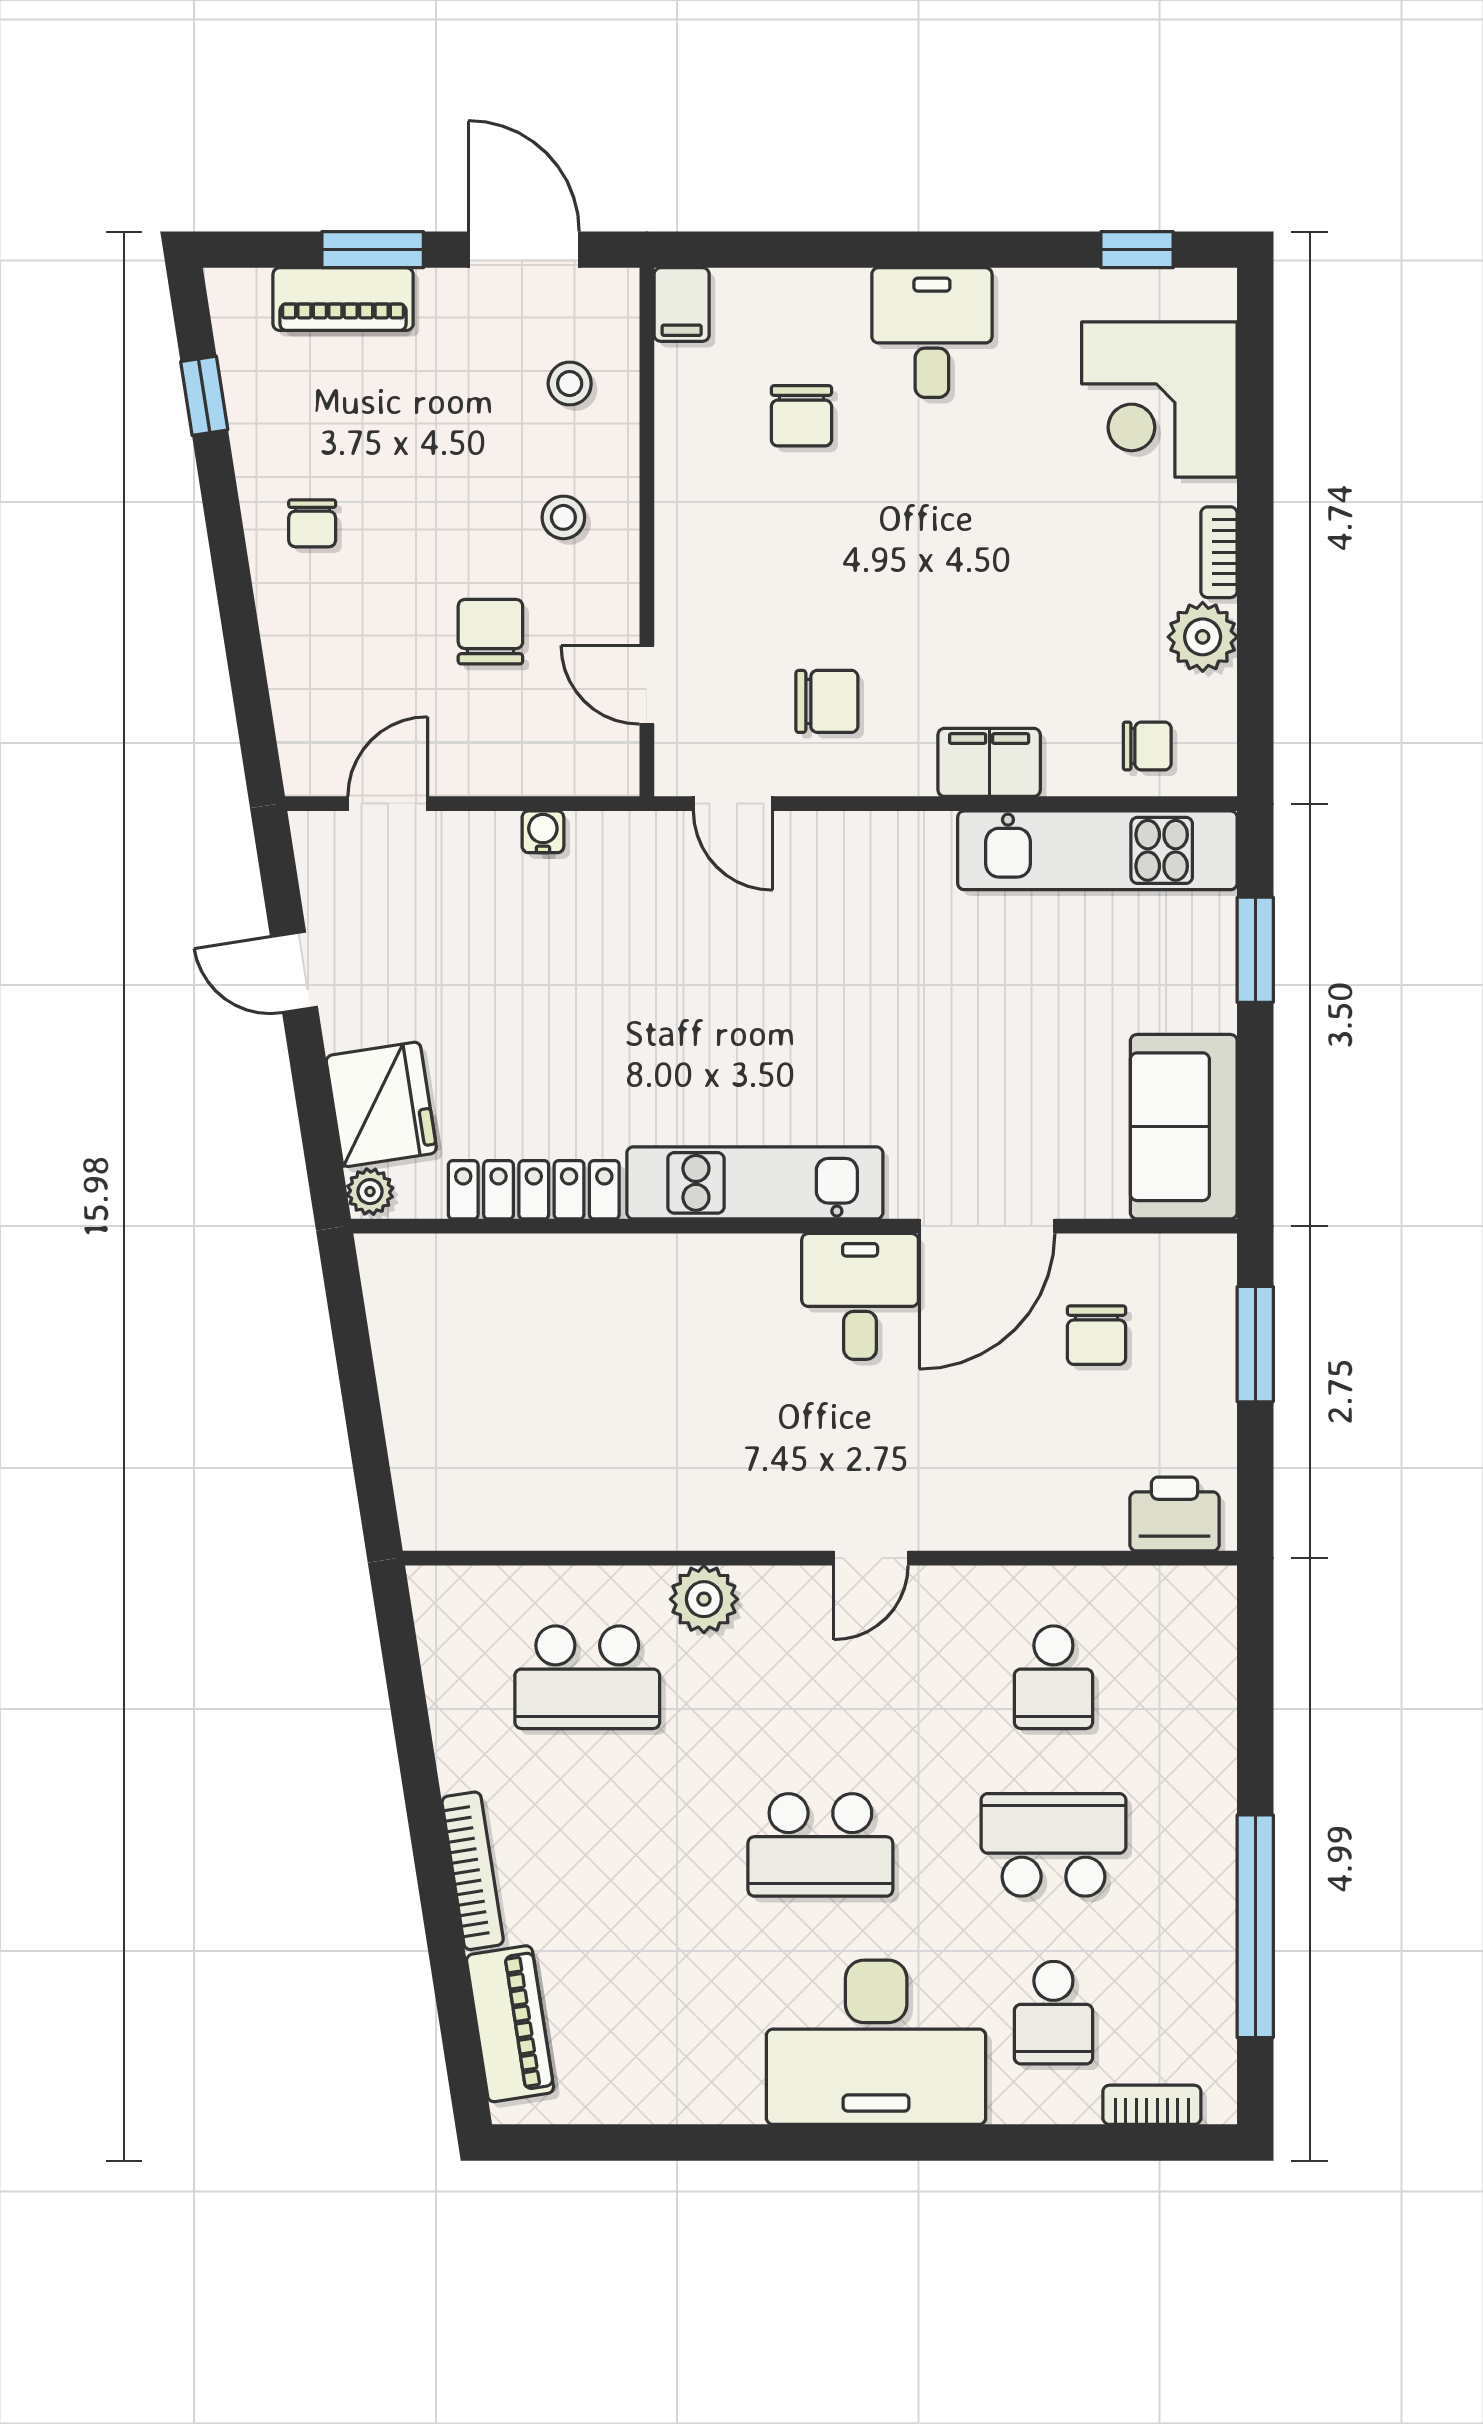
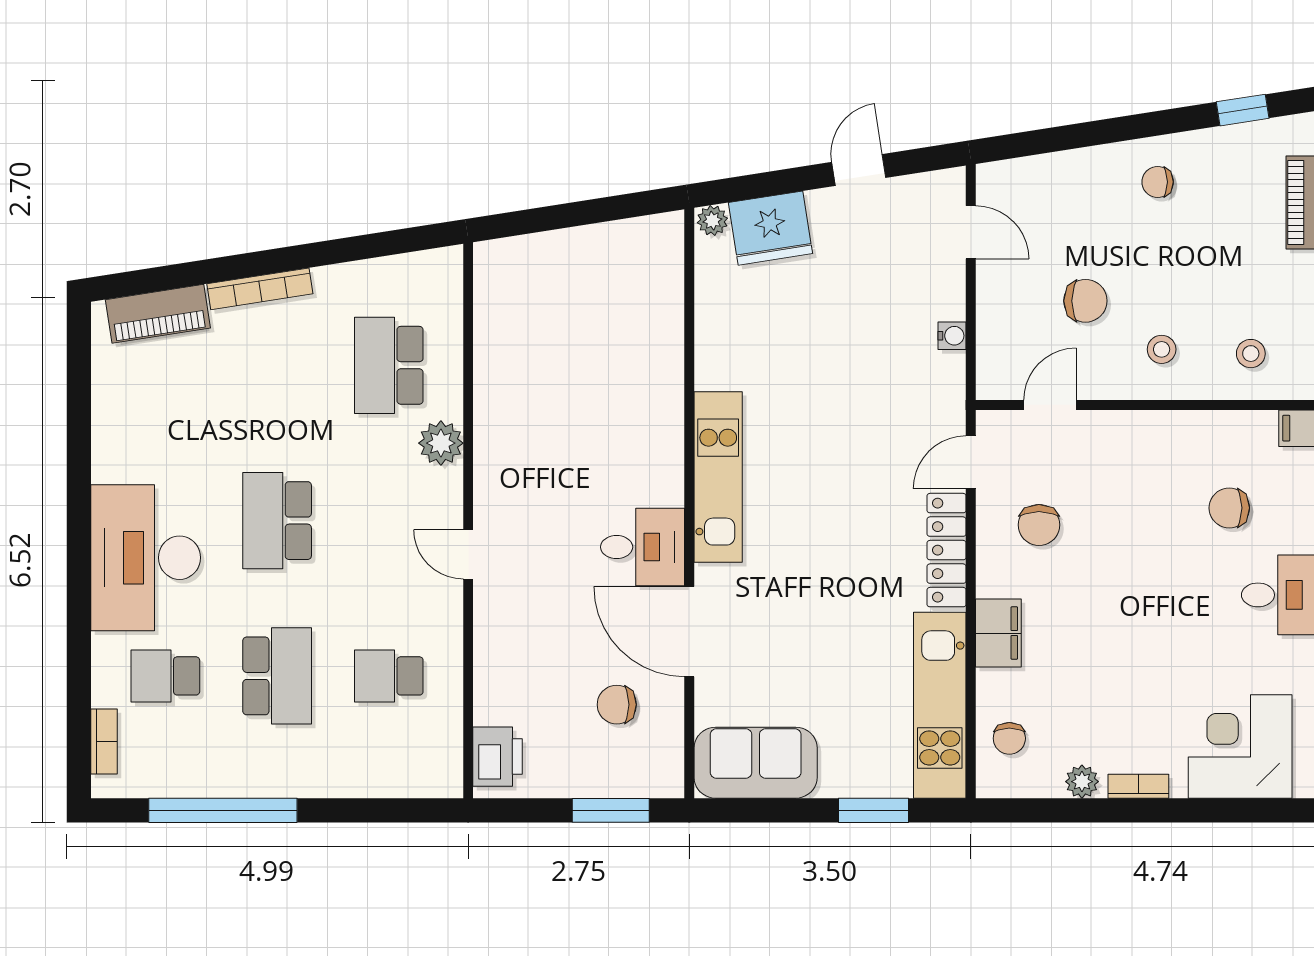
plant: (1203, 637) -> (1082, 782), width x0.73, depth x0.73
locker: (534, 1190) -> (947, 550), moved, turned 180

